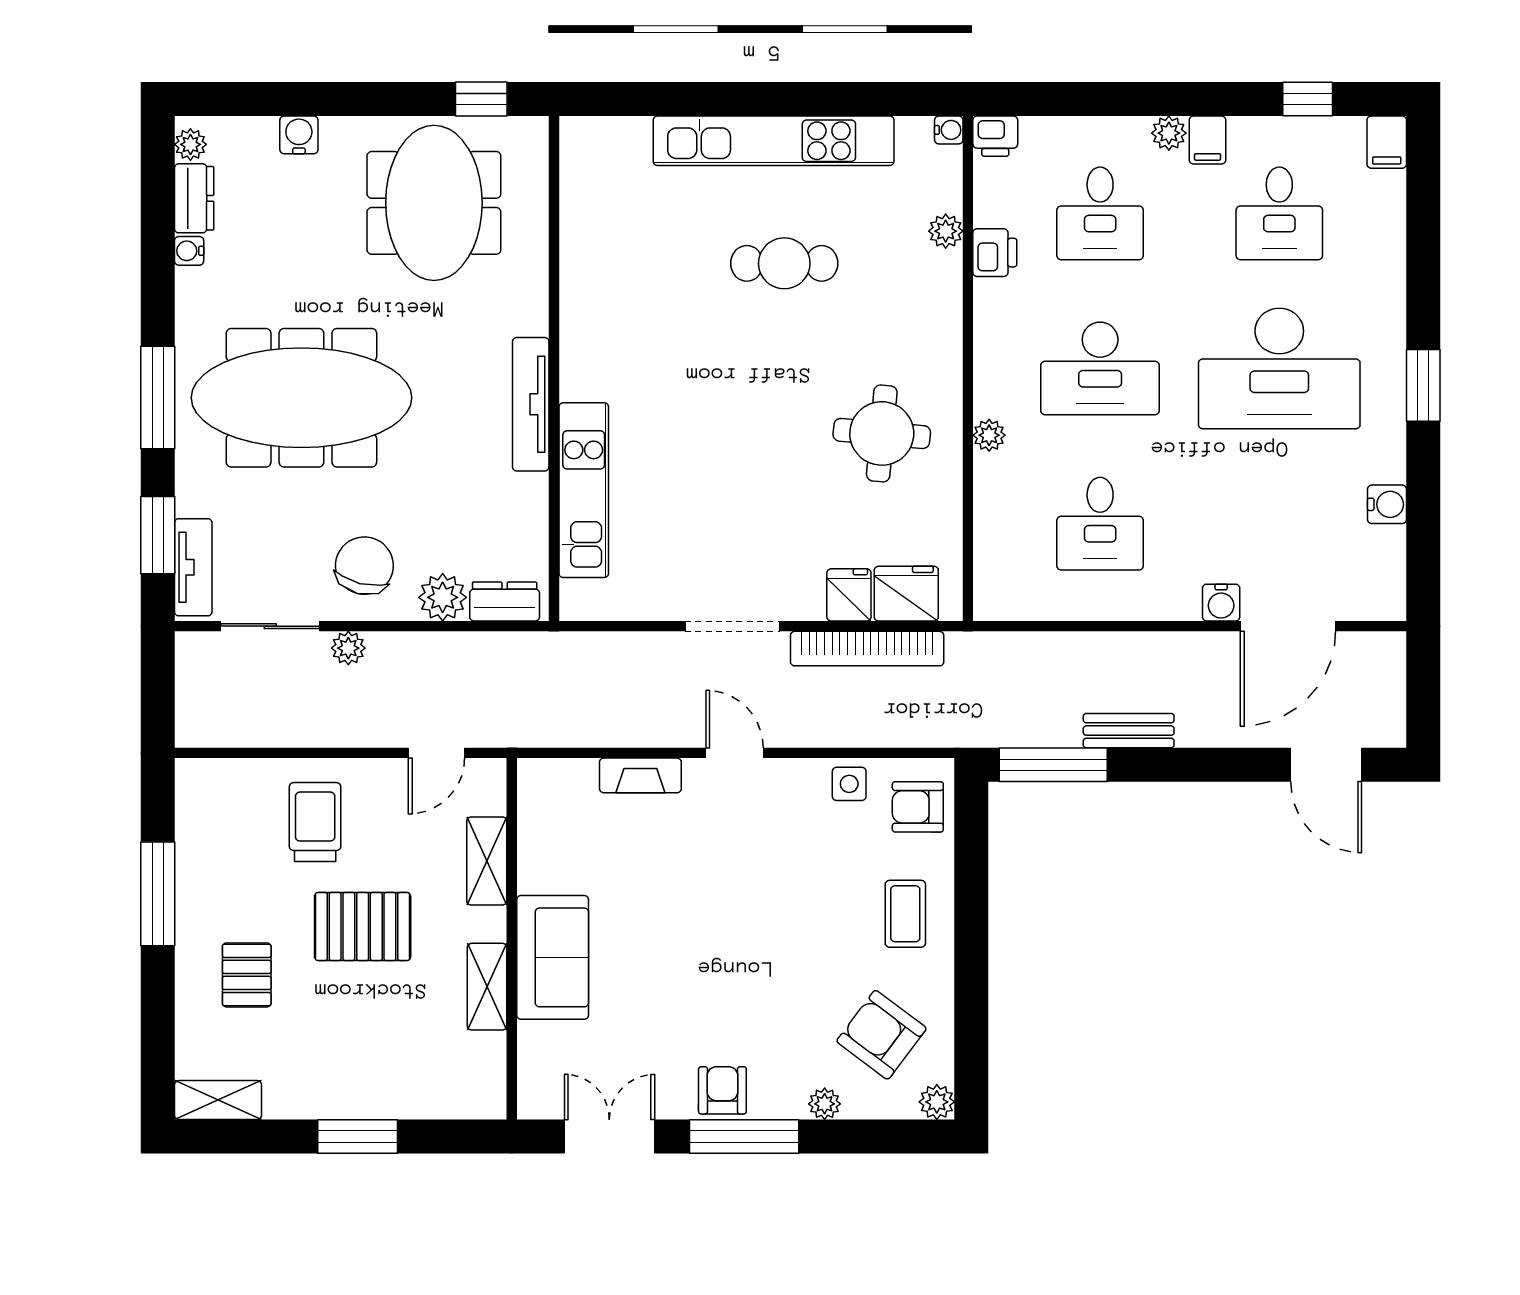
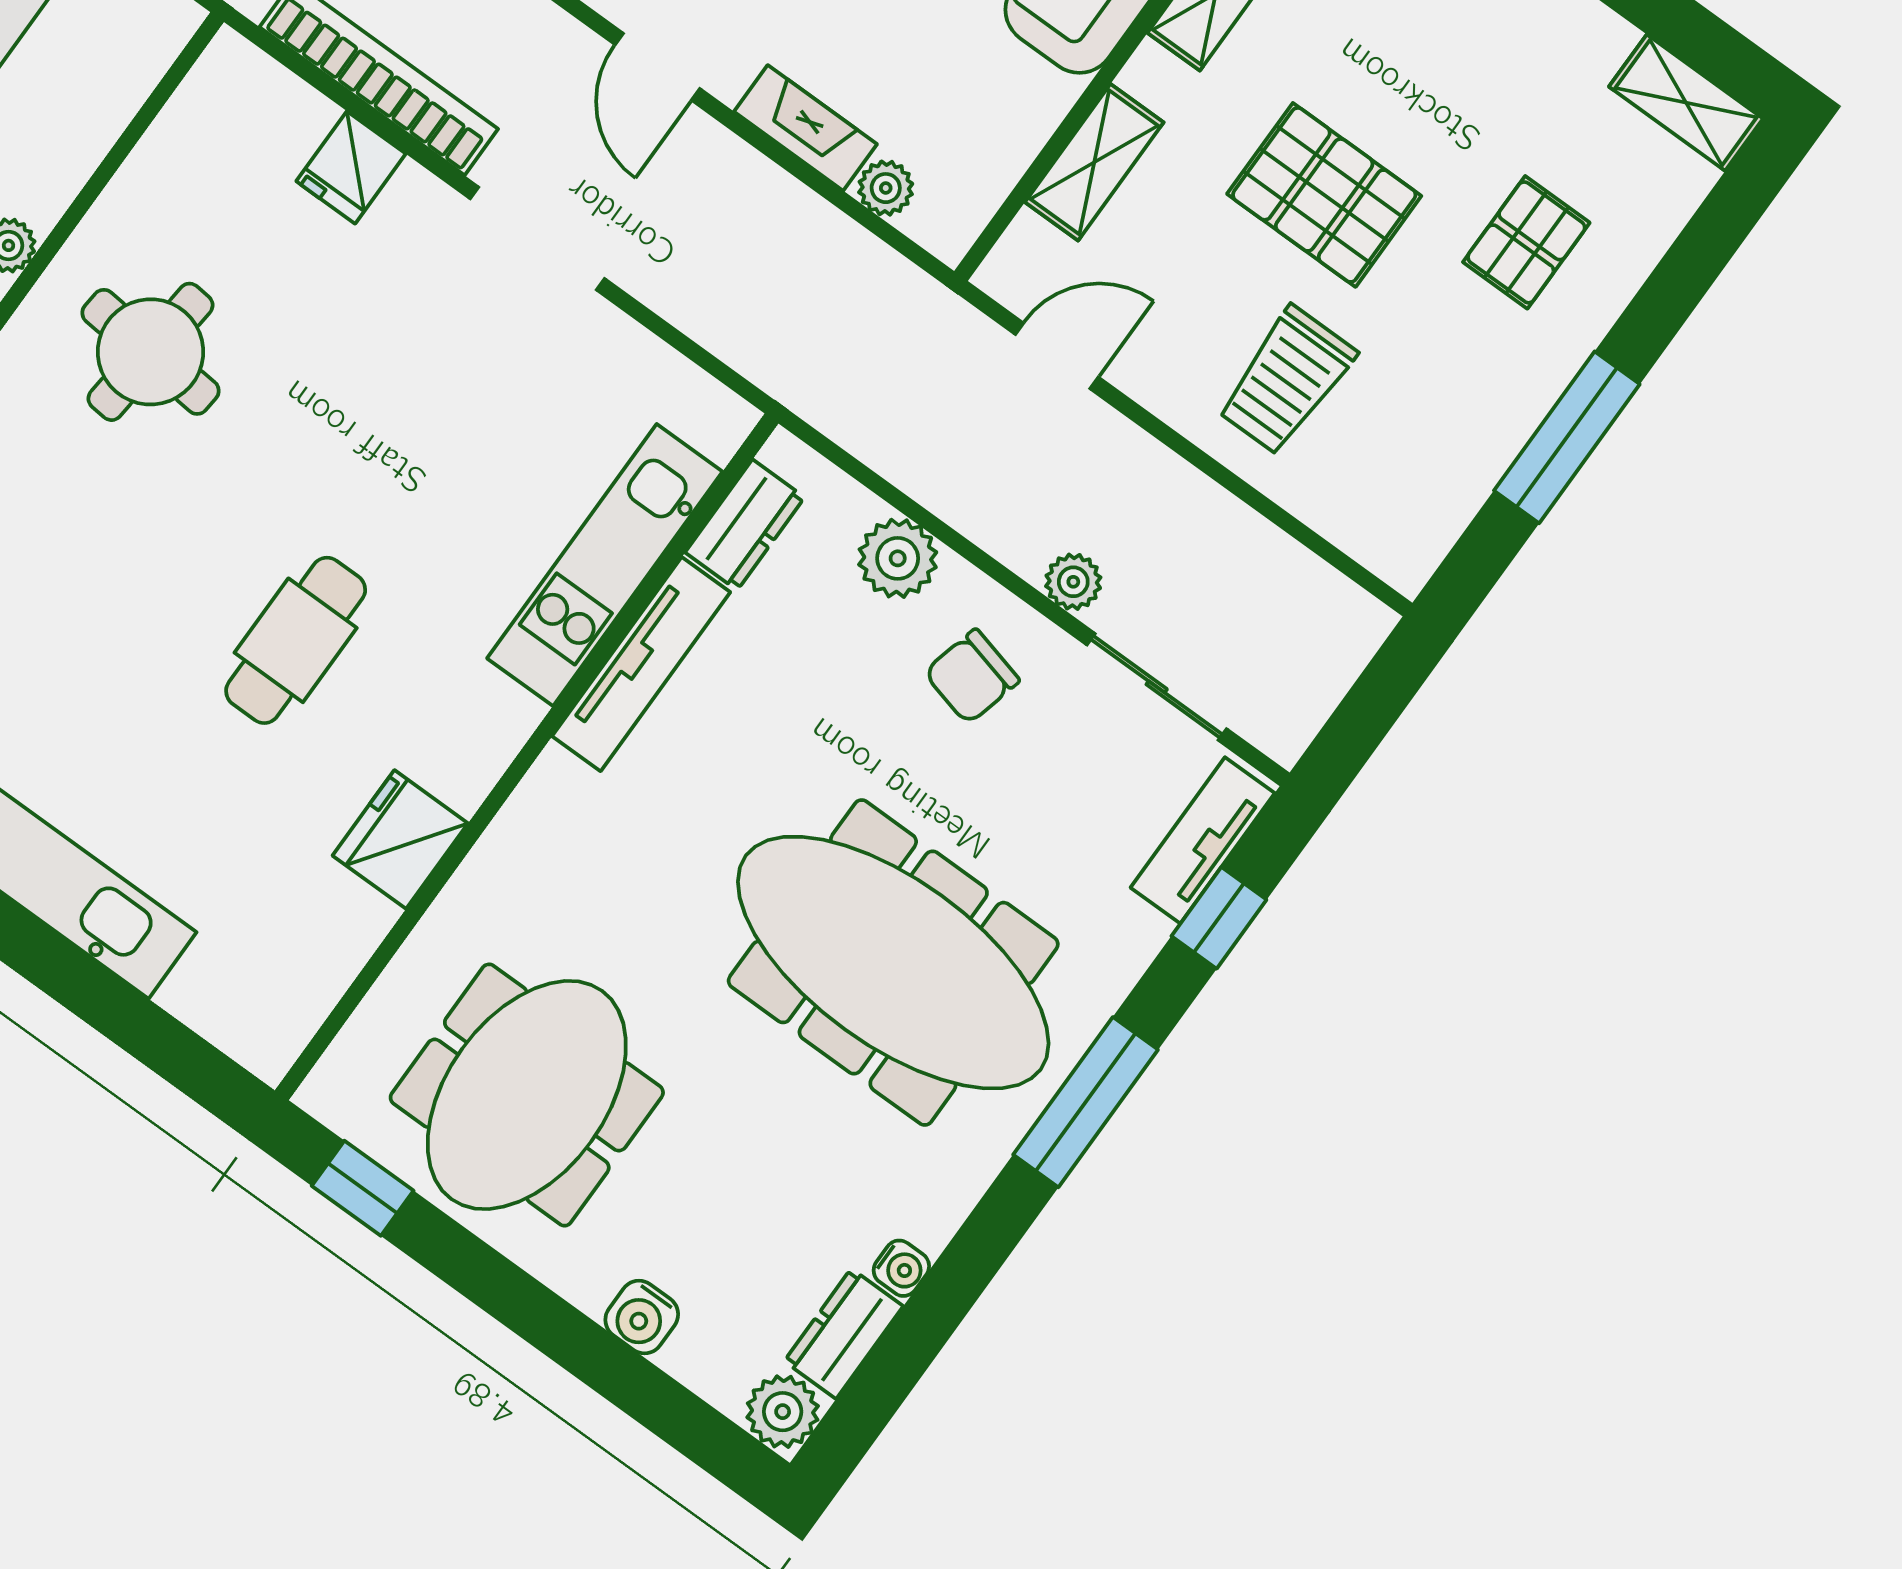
plant: (190, 144) -> (783, 1412), width x1.38, depth x1.38
cafe table: (784, 263) -> (296, 640), moved, turned 90
tv unit: (531, 404) -> (641, 664), moved
window: (158, 535) -> (1219, 918), width x0.67
chair: (364, 566) -> (972, 676), width x0.73, depth x0.73
fridge: (906, 594) -> (400, 839), moved, turned 90
dresser: (505, 602) -> (745, 525), moved, turned -90
plant: (580, 774) -> (886, 188), added

